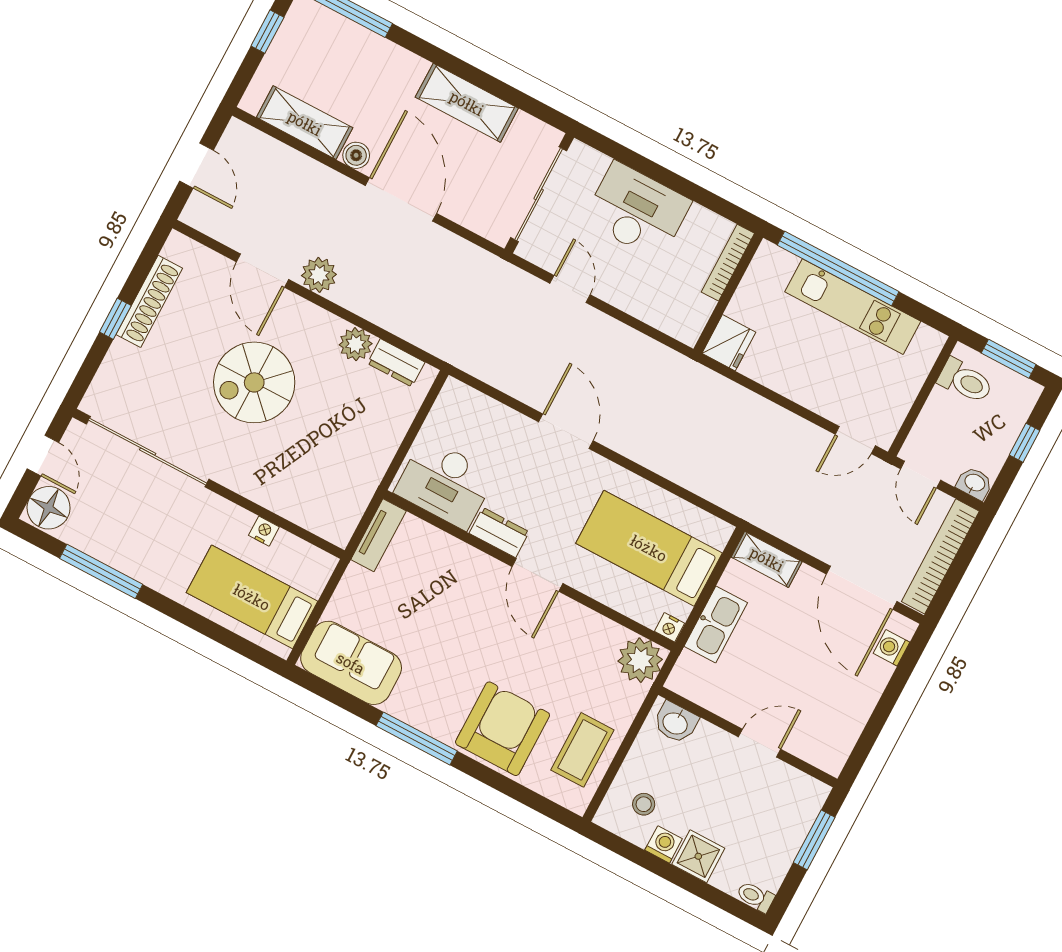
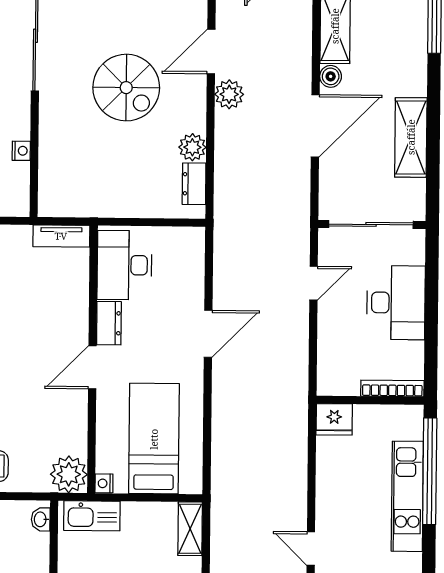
spiral stairs: (254, 382) -> (126, 88), turned 180
kitchen sink: (716, 625) -> (92, 516), moved
washbasin: (676, 723) -> (41, 519), width x0.72, depth x0.69

